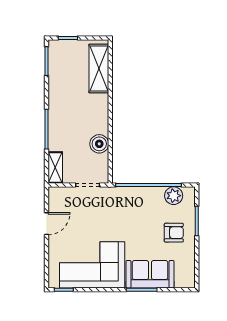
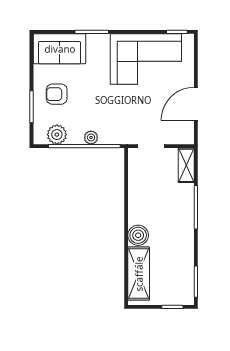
boiler: (99, 144) -> (138, 235), moved
plant: (142, 193) -> (91, 137), added
door: (46, 224) -> (196, 104), width x1.38
sofa: (150, 274) -> (60, 49), moved

